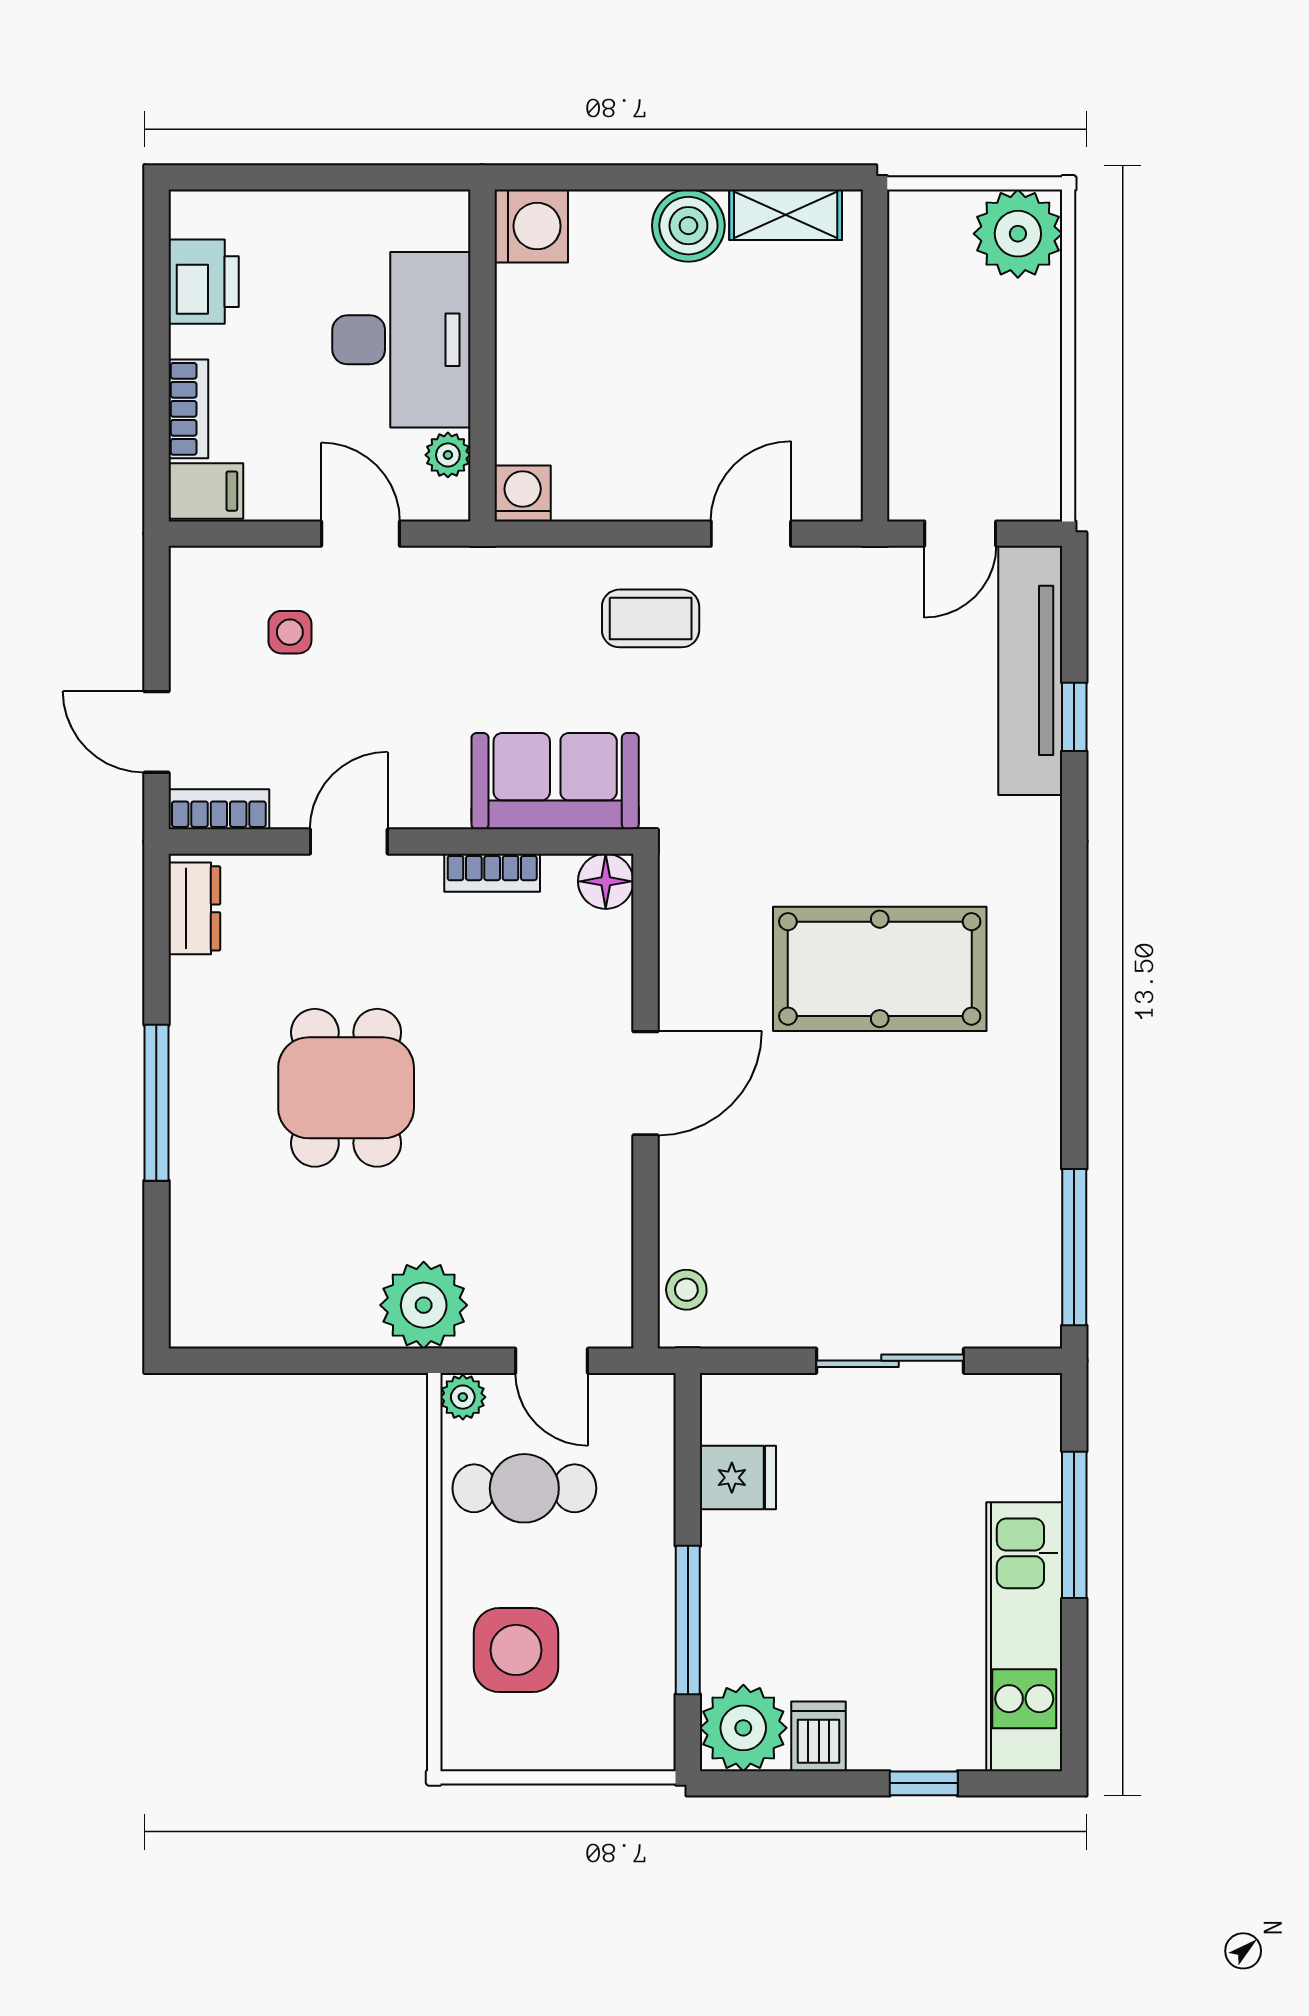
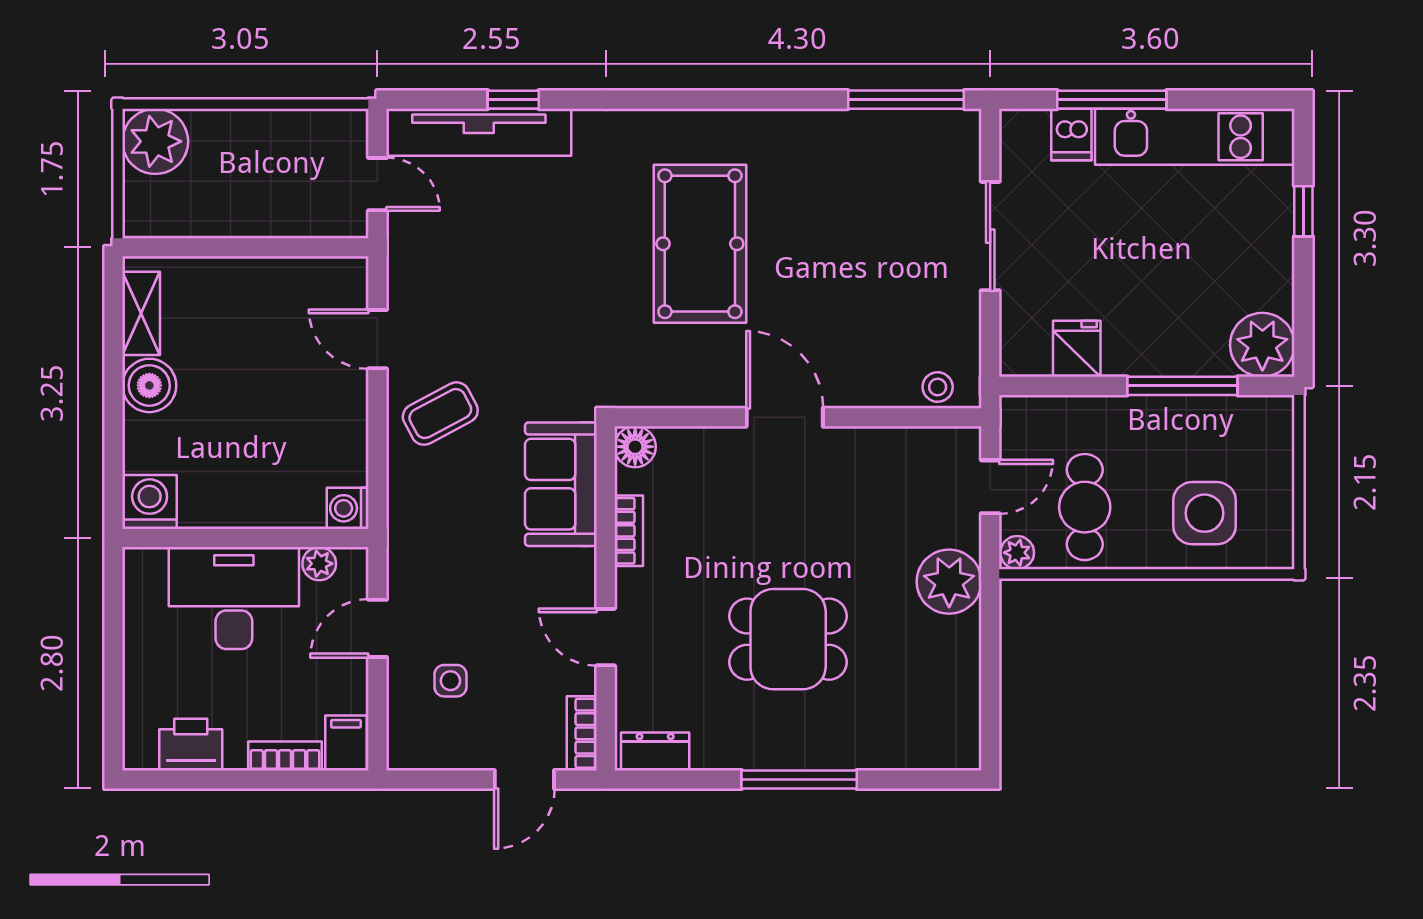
coffee table: (651, 618) -> (440, 414), turned 62
dishwasher: (819, 1736) -> (1071, 134), moved, turned -90

